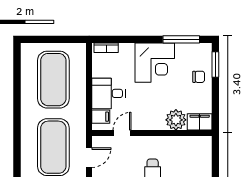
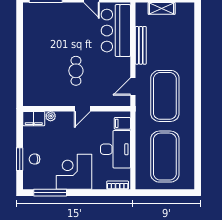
window: (215, 64) -> (20, 159), moved
desk: (108, 93) -> (115, 149), width x1.37
plant: (176, 120) -> (51, 116), width x0.53, depth x0.53
door: (122, 133) -> (82, 109), moved

